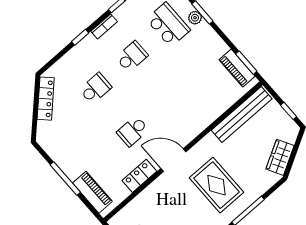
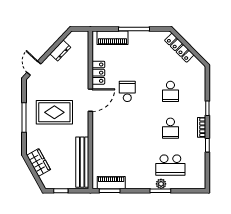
locker: (46, 99) -> (179, 48), moved

